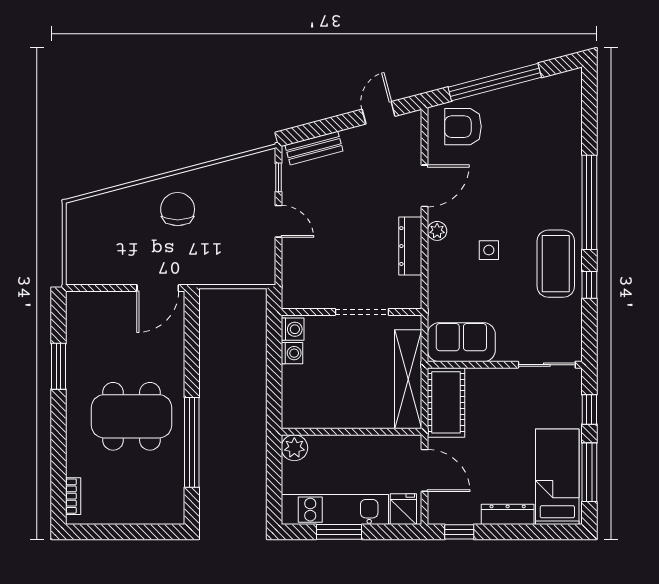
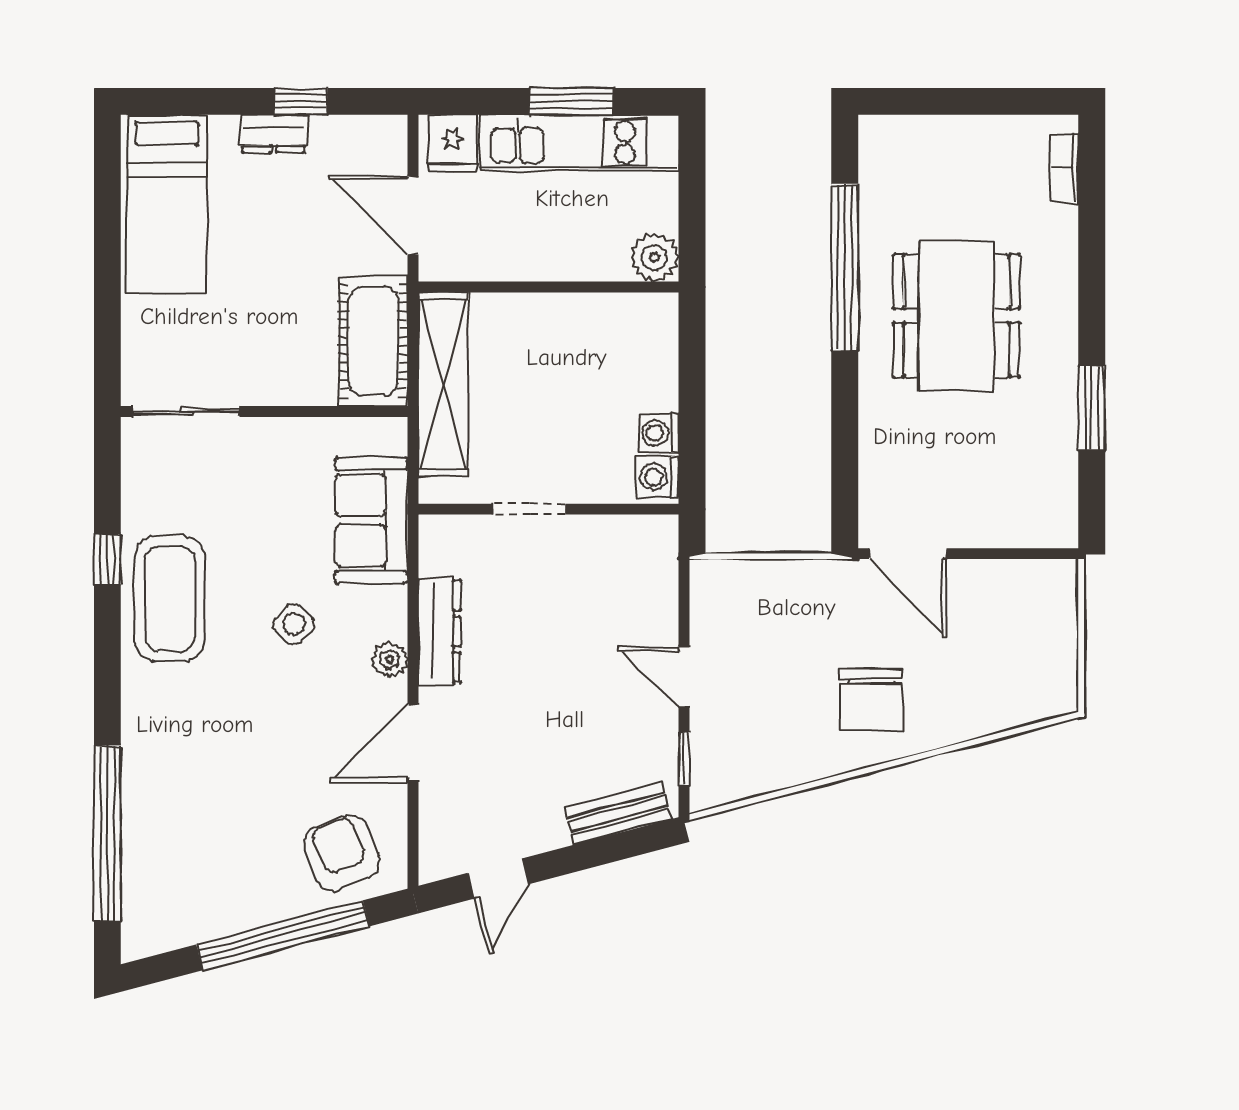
armchair: (463, 127) -> (342, 853), turned -112
window: (589, 202) -> (107, 833), moved
side table: (489, 250) -> (294, 624), turned 45
door: (158, 288) -> (908, 554), swing flipped
doorway: (362, 312) -> (529, 509), width x0.73
sofa: (461, 342) -> (371, 520), moved, turned 90
window: (589, 409) -> (107, 328), removed
dining table: (131, 416) -> (956, 316), turned 90
window: (589, 472) -> (107, 212), removed
dresser: (508, 514) -> (274, 134), width x0.70
window: (459, 532) -> (301, 101), moved

